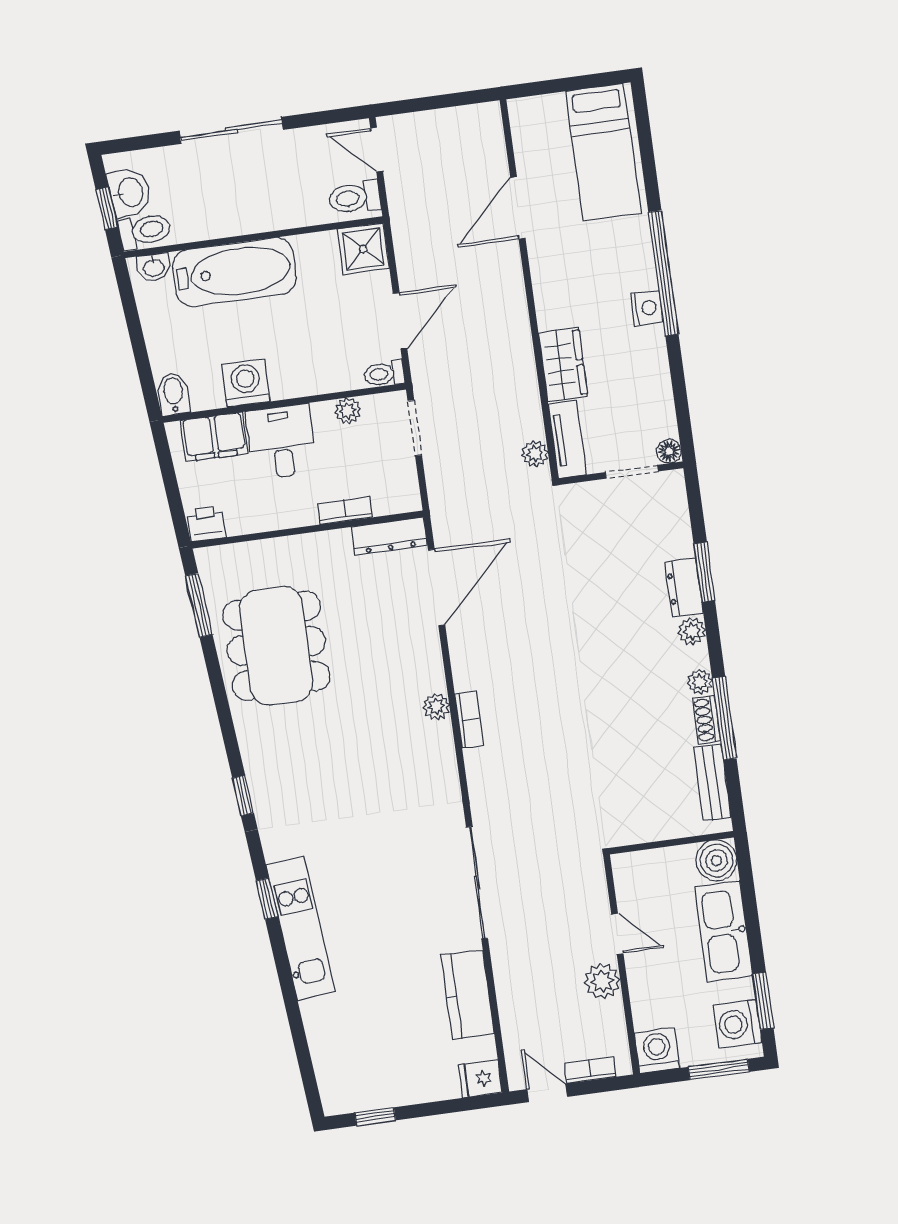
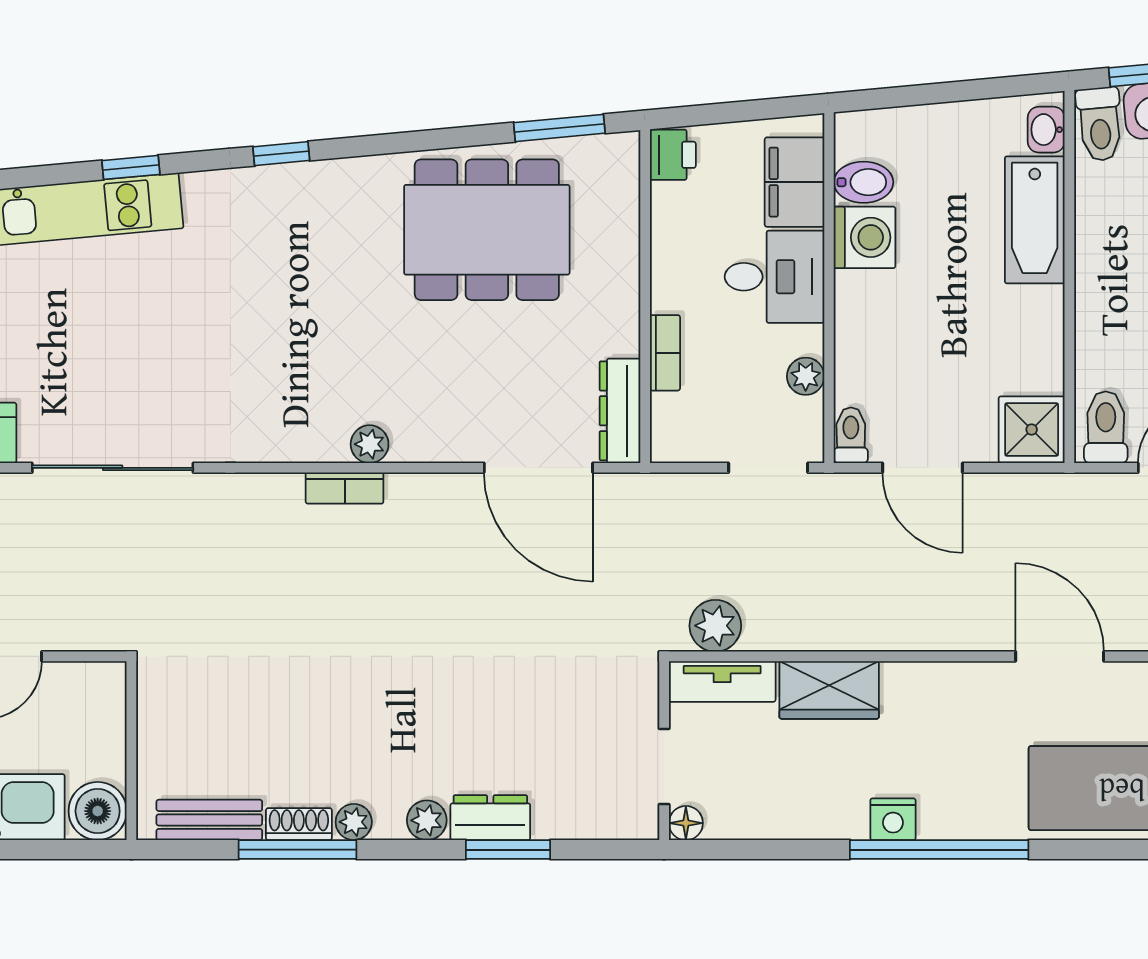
bathtub: (234, 272) -> (1035, 220), width x0.73, depth x0.73
bidet: (174, 394) -> (864, 182), moved
plant: (535, 454) -> (715, 626), width x1.38, depth x1.38

